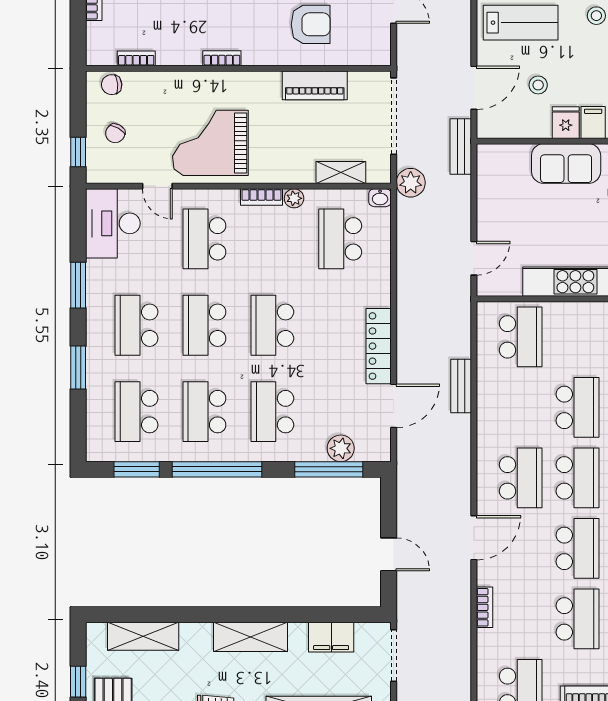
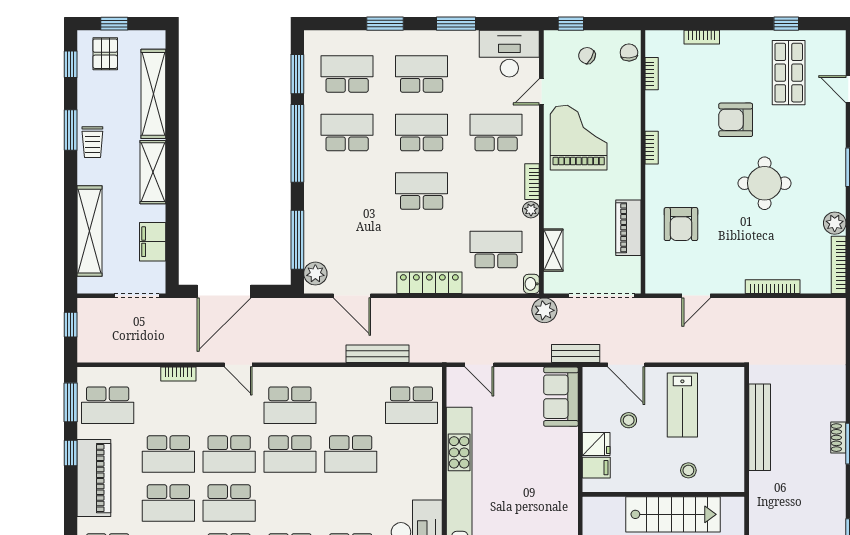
sofa: (566, 164) -> (561, 397), moved
locker: (379, 346) -> (429, 283), moved
bench: (461, 386) -> (378, 354), width x1.36
school desk: (272, 412) -> (347, 191), removed
plant: (341, 448) -> (315, 274), moved
door: (474, 538) -> (238, 365), width x0.73
door: (389, 554) -> (224, 291), width x1.87
shelving: (143, 636) -> (153, 94), width x1.47

